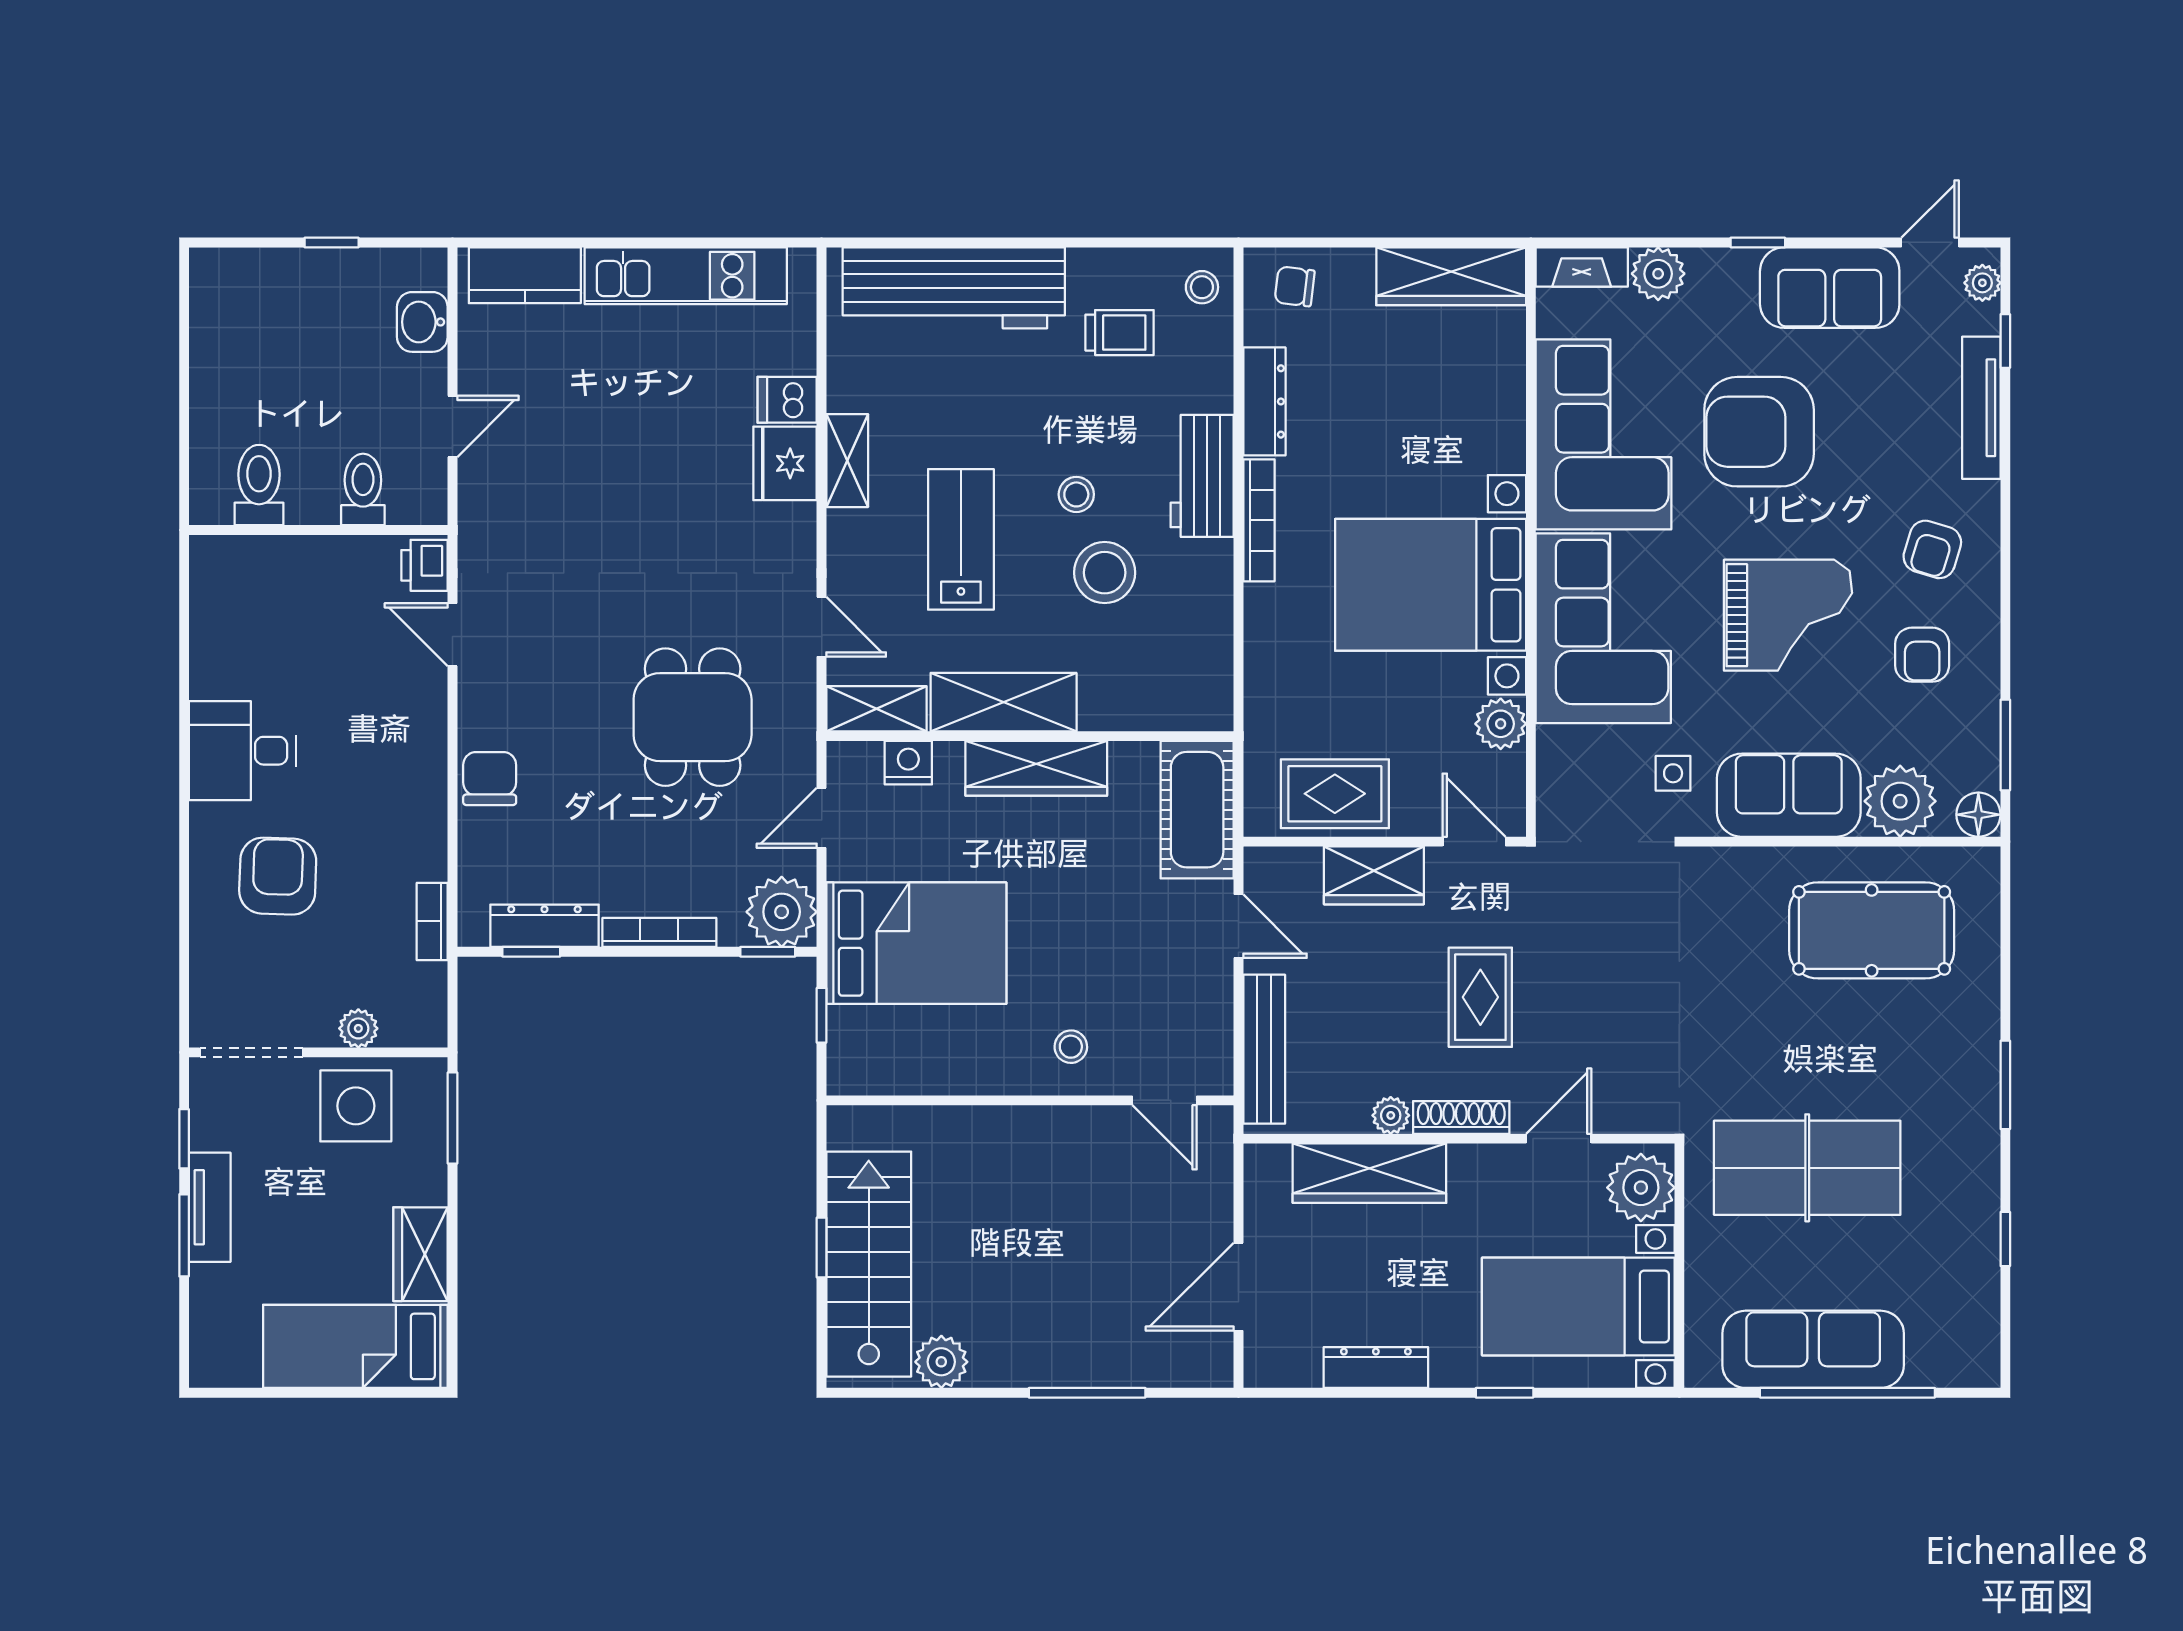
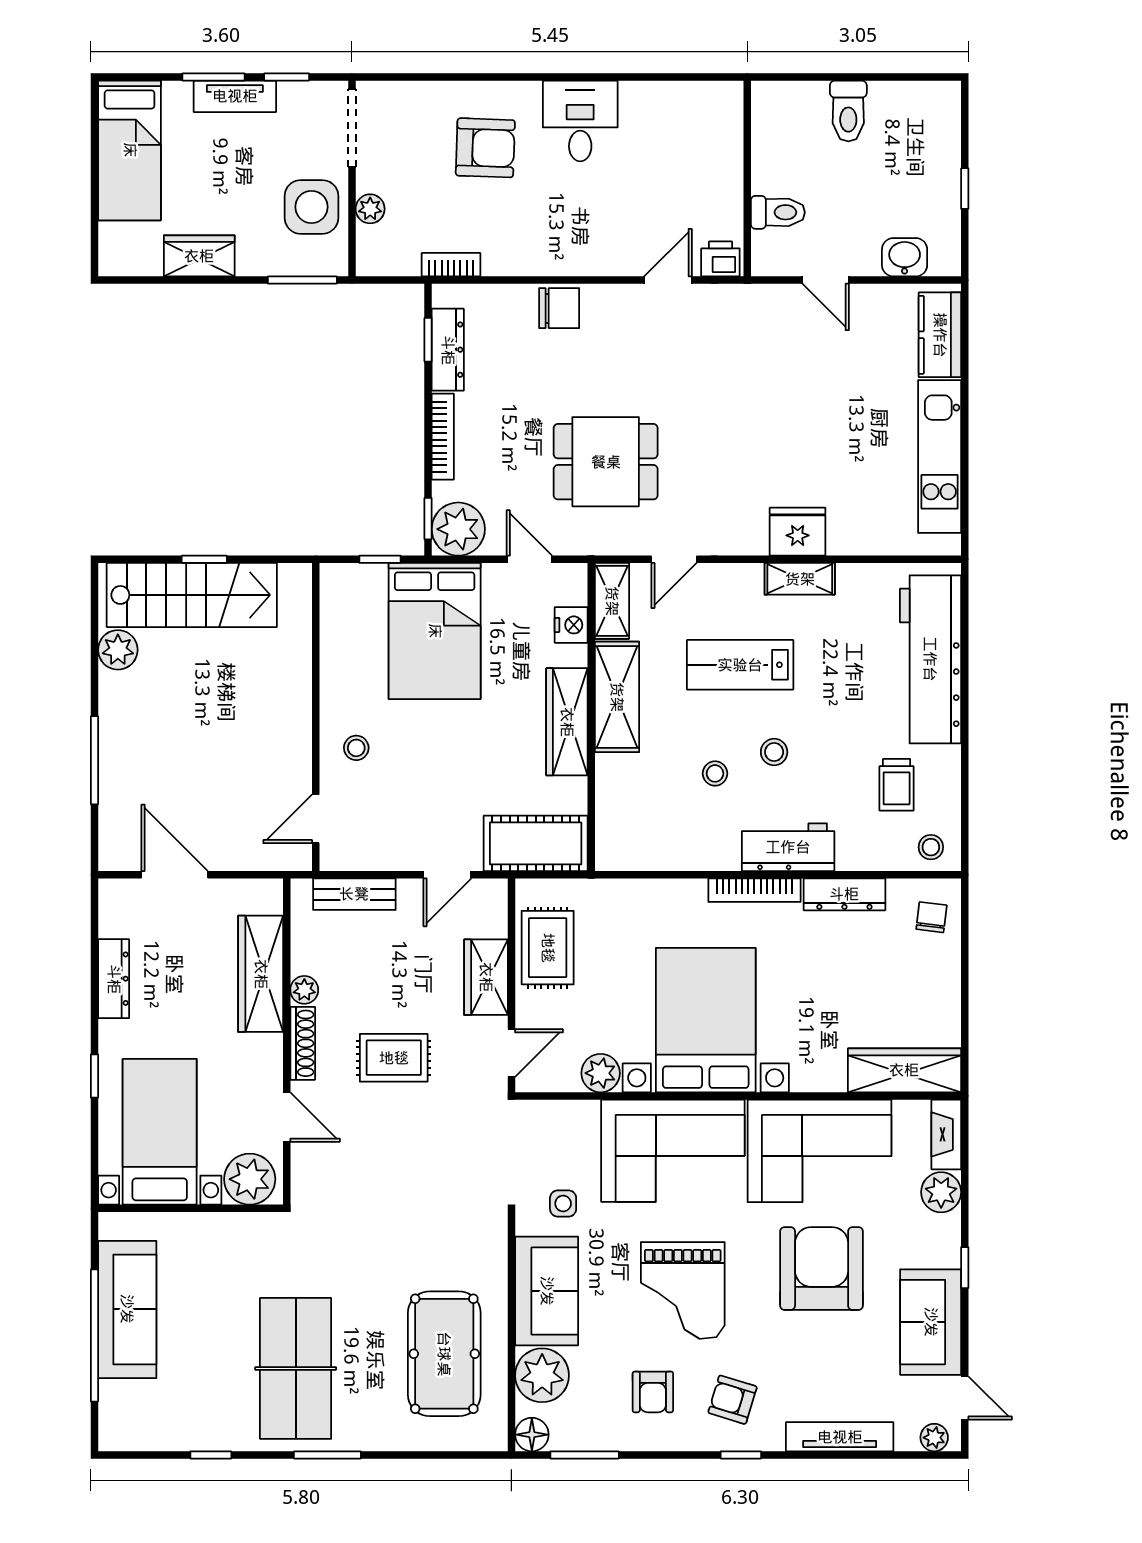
wardrobe: (1451, 276) -> (904, 1070), moved, turned 90
window: (2005, 341) -> (741, 1455), moved
dishwasher: (787, 400) -> (846, 533), removed
toilet: (259, 485) -> (848, 111), moved, turned 90
lab bench: (961, 539) -> (740, 665), turned 180
stool: (1105, 573) -> (715, 773), width x0.53, depth x0.53
armchair: (1922, 655) -> (653, 1392), turned -90
bench: (1264, 1049) -> (354, 894), width x0.73
table tennis table: (1807, 1168) -> (296, 1368), moved
bed: (355, 1346) -> (130, 150), moved, turned 180

